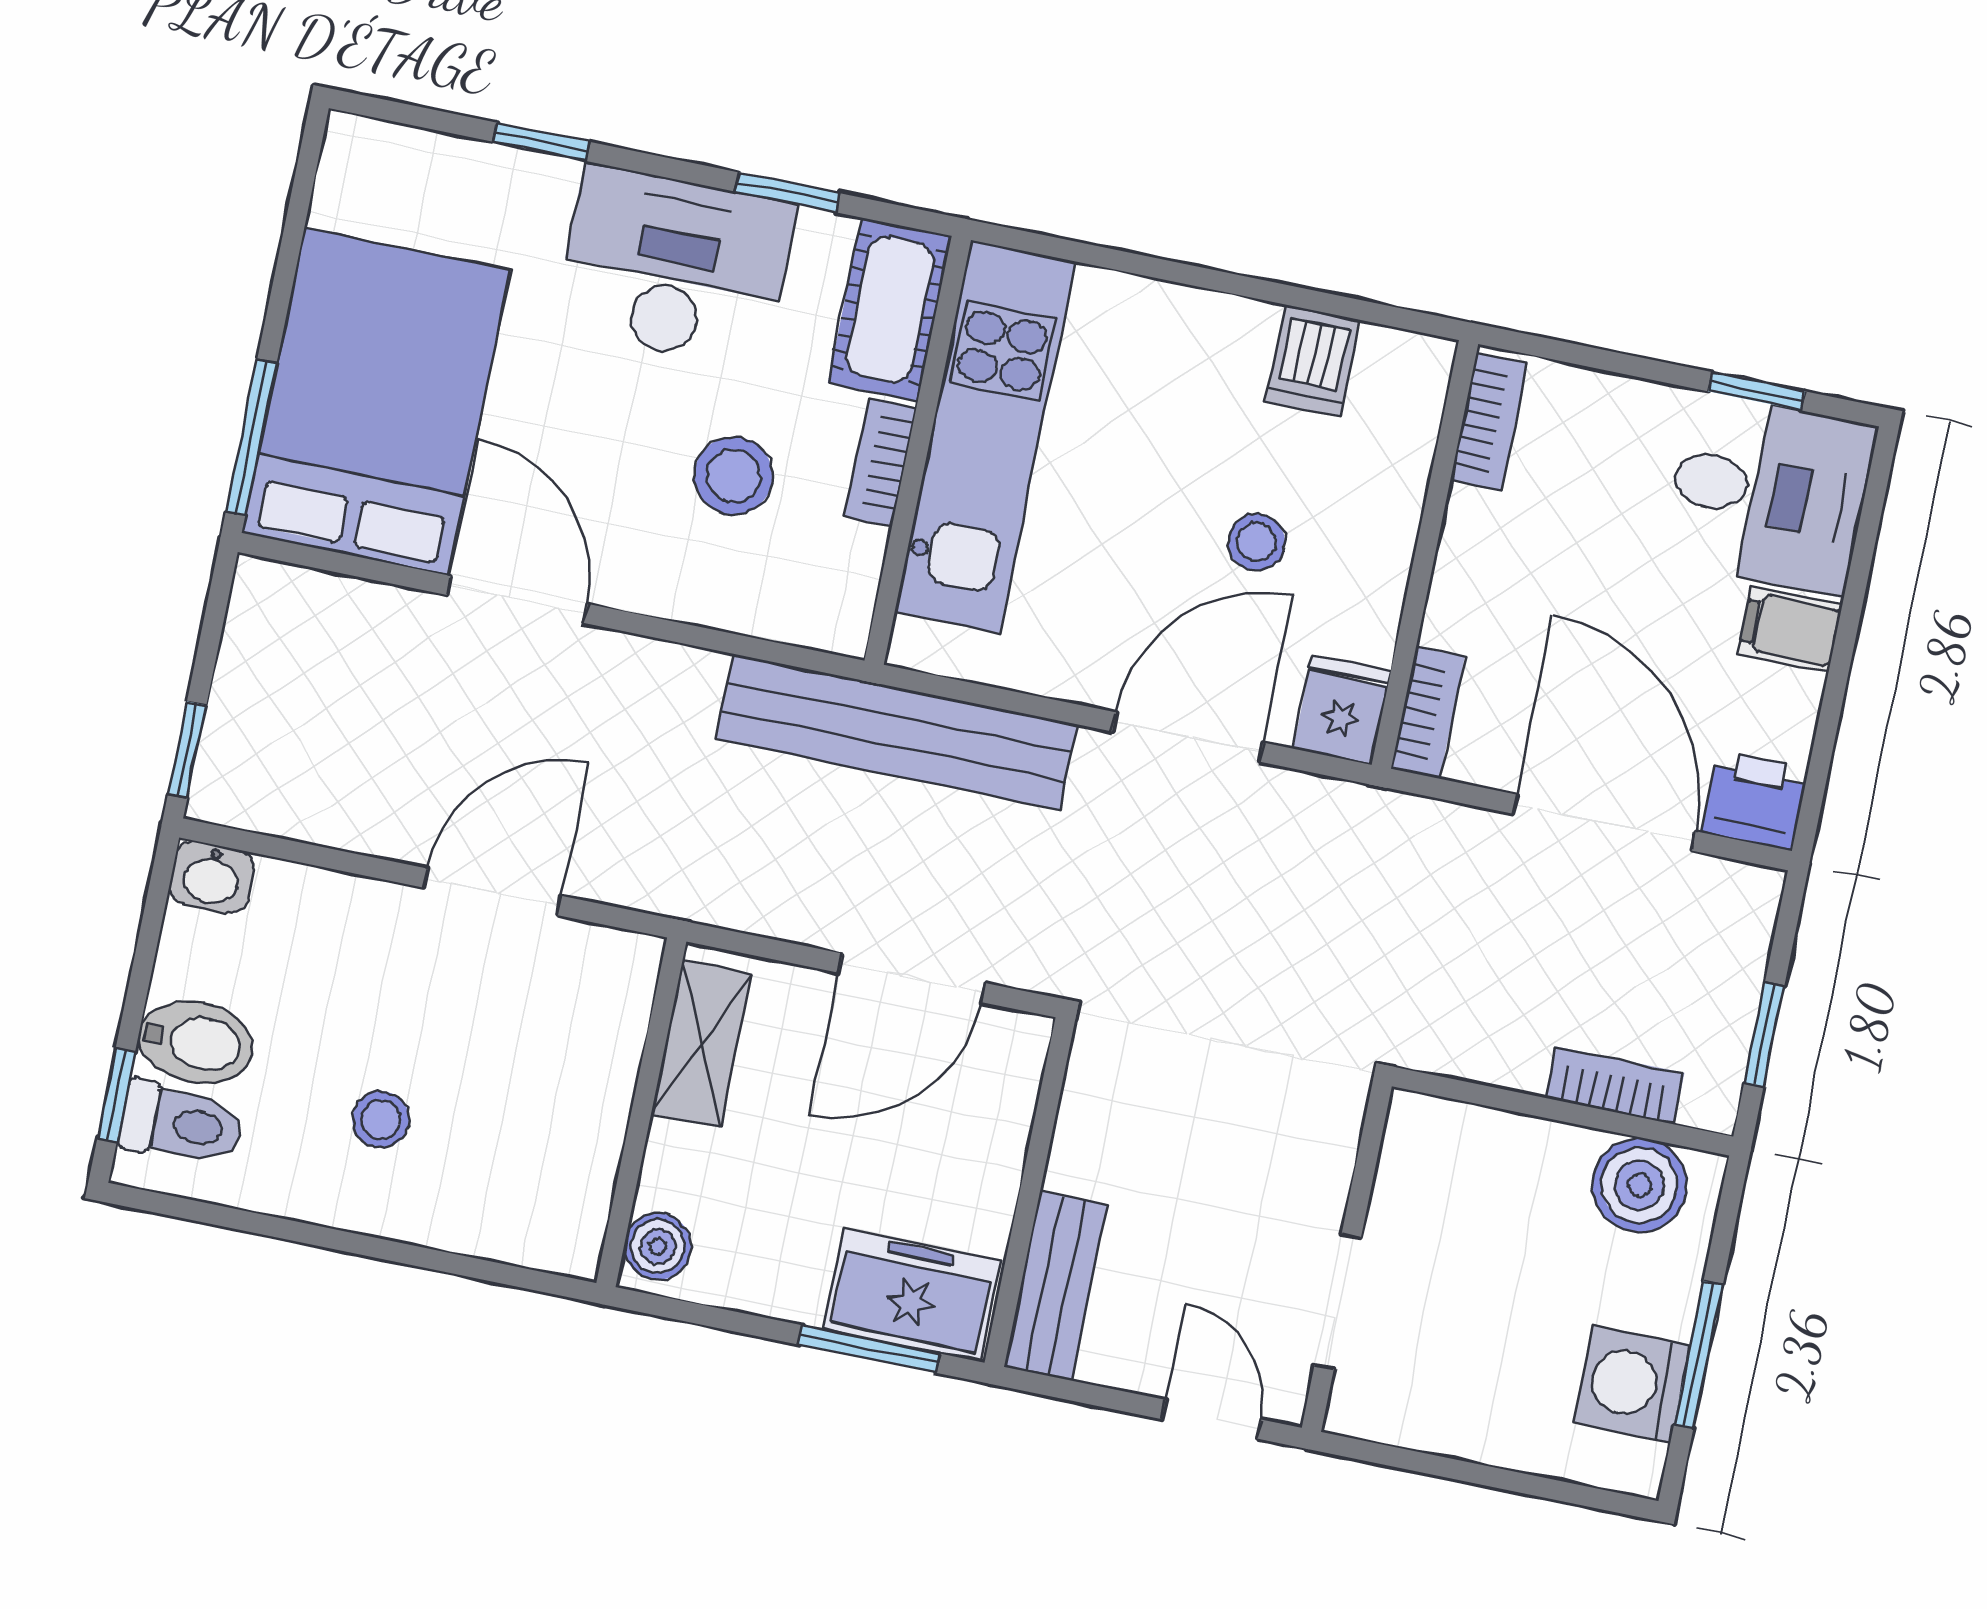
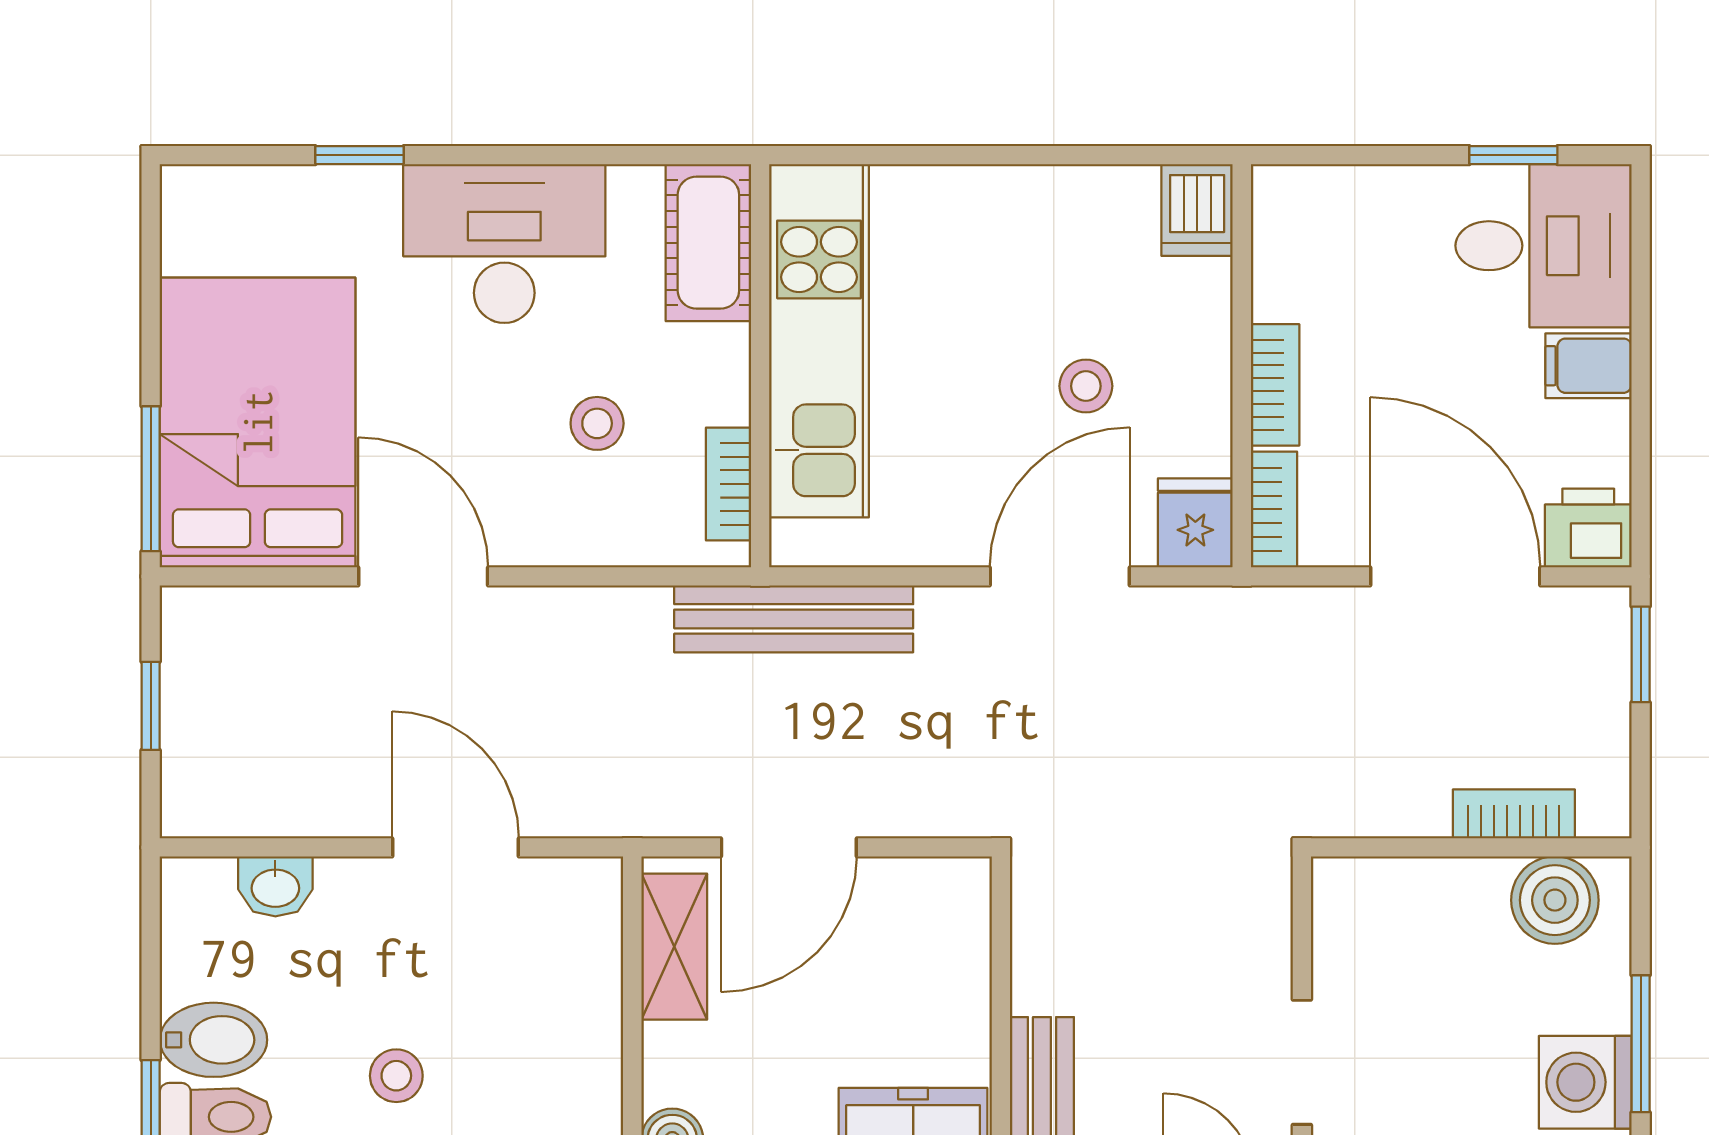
window: (787, 192) -> (593, 155), removed
dishwasher: (1313, 360) -> (1197, 210), moved
bookcase: (1489, 422) -> (1275, 385), moved
bookcase: (880, 462) -> (729, 484), moved
stool: (733, 476) -> (597, 423), width x0.73, depth x0.73
bench: (897, 732) -> (794, 619), width x0.73, depth x0.82
window: (187, 750) -> (151, 706), moved
washbasin: (212, 877) -> (275, 886), moved
door: (493, 892) -> (455, 847), hinge flipped
door: (912, 978) -> (789, 847), moved
window: (1764, 1034) -> (1641, 654), moved

